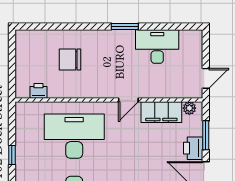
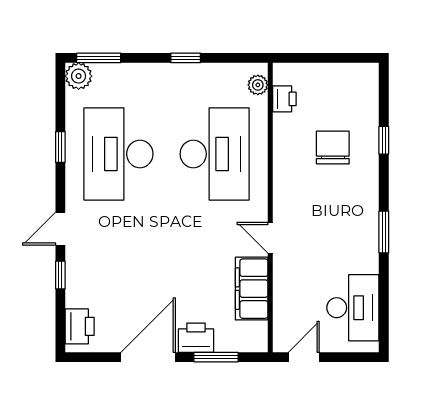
window: (65, 27) -> (384, 140), added
desk: (157, 47) -> (353, 308), moved
door: (206, 78) -> (304, 357), swing flipped
plant: (189, 108) -> (258, 85), moved

